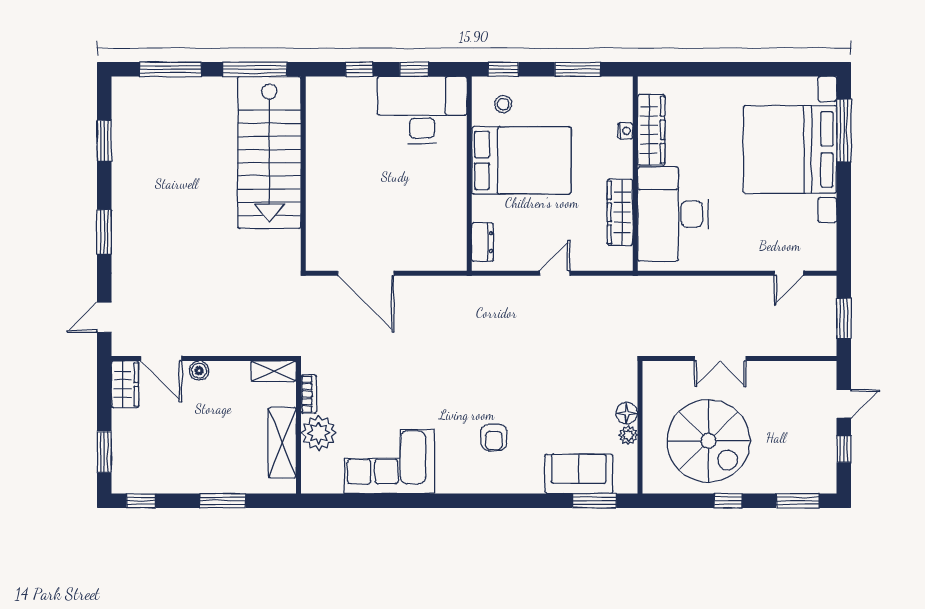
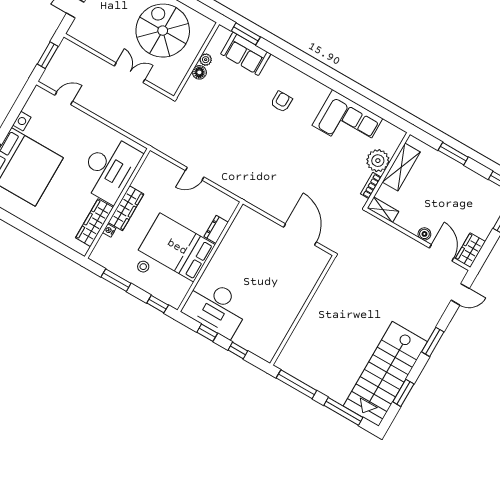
stool: (503, 104) -> (143, 267), moved
stairs: (269, 152) -> (385, 374), moved, turned 180
wardrobe: (620, 212) -> (126, 208), moved
dresser: (482, 242) -> (216, 229), moved

